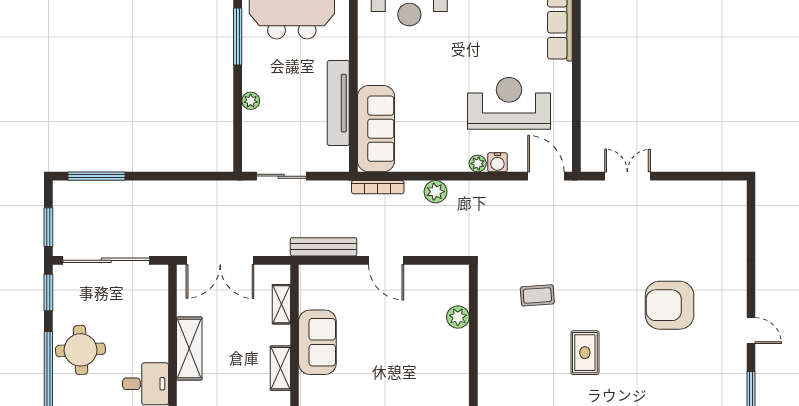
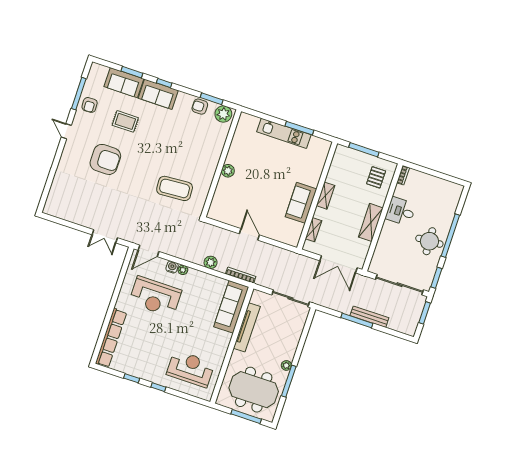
plant: (251, 101) -> (286, 365), moved
window: (97, 176) -> (357, 321), moved
sliding door: (281, 176) -> (291, 298), width x1.37
door: (546, 176) -> (148, 251), hinge flipped
bench: (324, 247) -> (369, 317), moved
double door: (220, 260) -> (338, 264), swing flipped
coffee table: (537, 295) -> (175, 188), width x1.86, depth x1.72
plant: (458, 317) -> (228, 171), moved
rug: (585, 353) -> (125, 121), moved, turned 90
armchair: (727, 388) -> (90, 105), added

